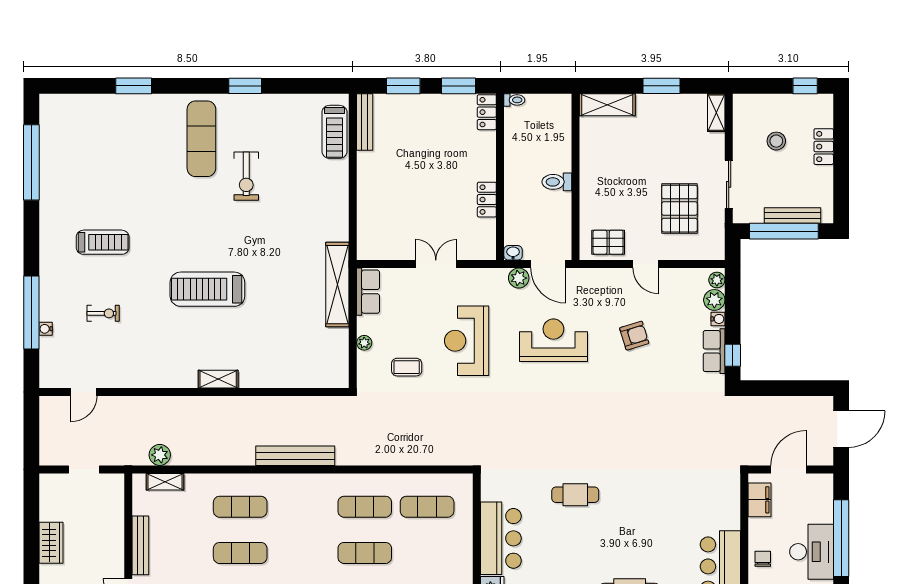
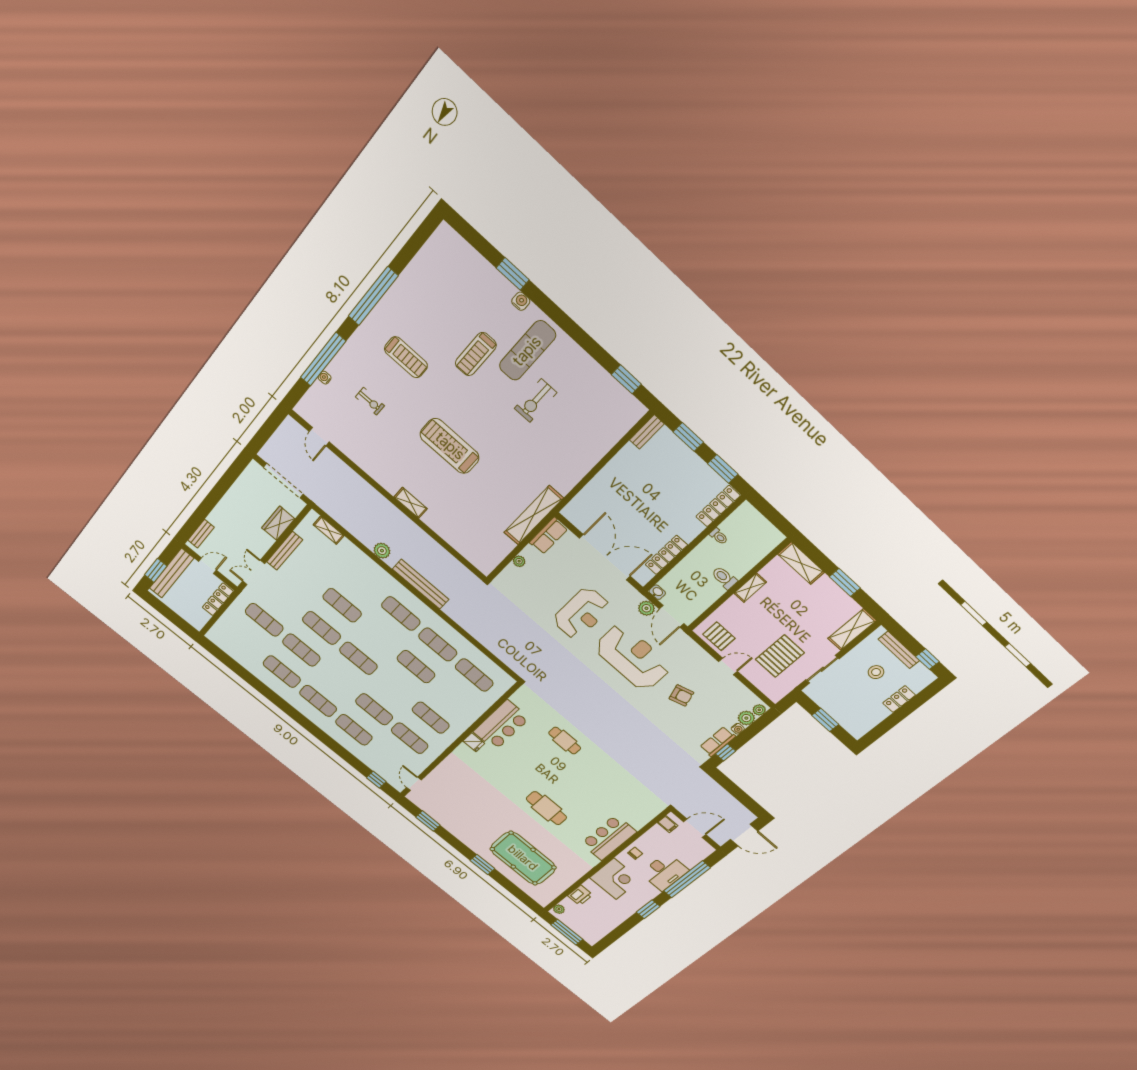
window: (245, 86) -> (626, 379), moved
toilet: (514, 100) -> (719, 536), moved
water cooler: (160, 102) -> (521, 301), added
locker: (487, 112) -> (718, 506), width x1.53
shelving: (716, 113) -> (852, 630), width x1.50, depth x1.33
bench: (365, 122) -> (647, 432), width x0.73
treadmill: (334, 132) -> (476, 354), moved
window: (31, 162) -> (373, 296), moved
shelving: (588, 169) -> (750, 588), added
locker: (487, 200) -> (666, 555), width x1.53
bench: (793, 215) -> (899, 650), moved
window: (784, 231) -> (825, 720), width x0.47
double door: (436, 264) -> (605, 557), width x1.87
door: (646, 264) -> (728, 666), swing flipped
reception desk: (553, 340) -> (633, 657), width x1.36, depth x1.30
reception desk: (467, 341) -> (581, 613), turned 180
coffee table: (407, 367) -> (532, 596), removed
door: (84, 392) -> (319, 437), hinge flipped
plant: (160, 455) -> (382, 551), moved
doorway: (84, 469) -> (283, 481), width x1.87
filing cabinet: (759, 500) -> (668, 824), width x0.50
exercise mat: (240, 507) -> (401, 614), moved
wardrobe: (51, 543) -> (278, 523), moved, turned 180

